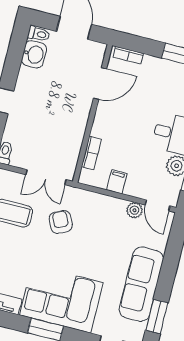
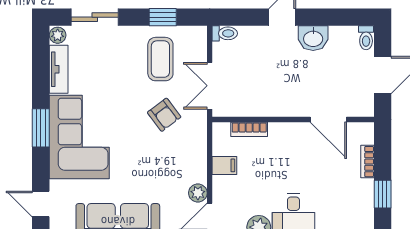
washbasin: (34, 54) -> (313, 38), moved
bookcase: (128, 55) -> (368, 162), moved
armchair: (61, 222) -> (164, 115), turned 78

